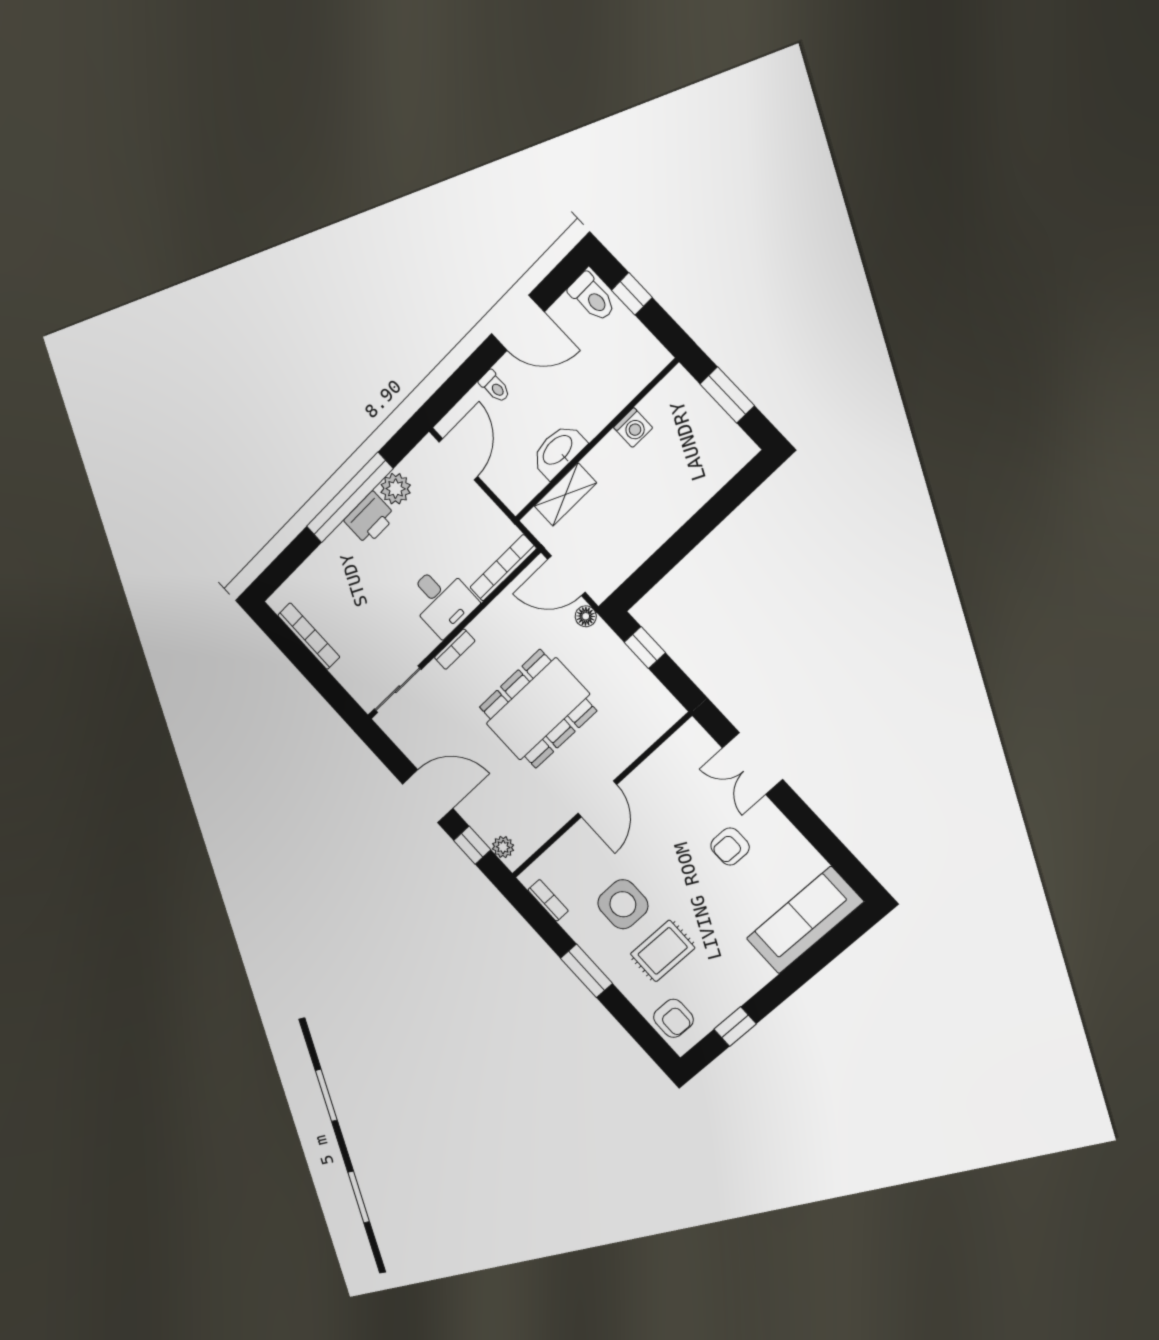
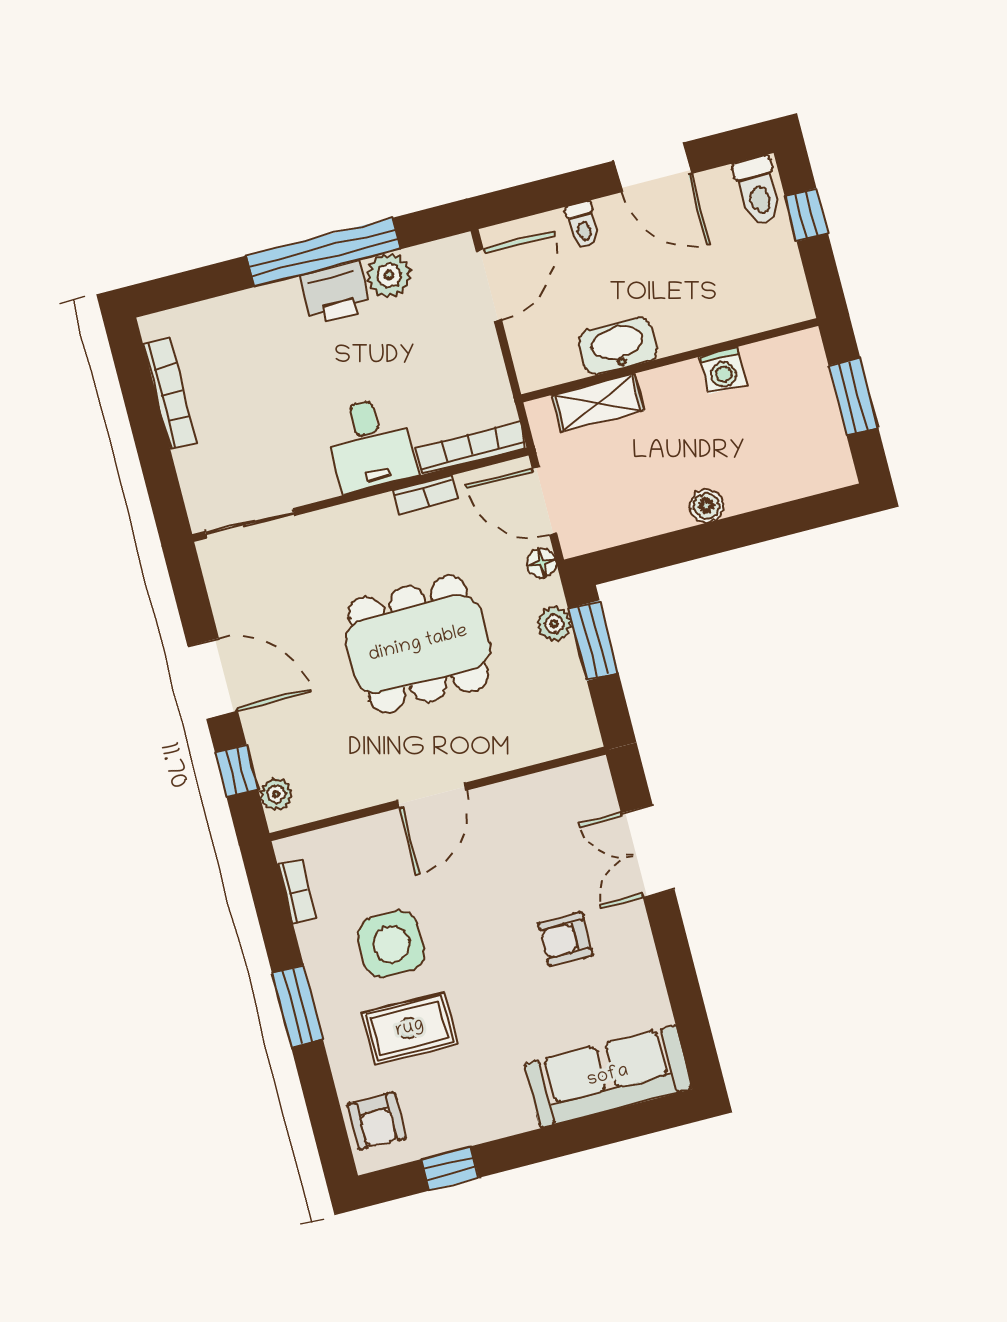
boiler: (670, 521) -> (706, 506), added
window: (645, 647) -> (593, 640), width x1.50
bookcase: (455, 649) -> (425, 495), moved
plant: (615, 650) -> (554, 624), added

